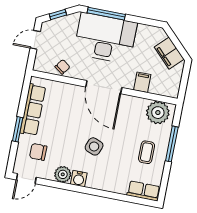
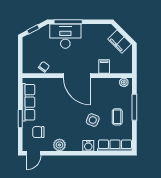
desk: (105, 38) -> (65, 36), width x0.73, depth x0.77
door: (35, 40) -> (20, 51), removed
plant: (158, 113) -> (124, 82), width x0.53, depth x0.53
side table: (94, 146) -> (93, 120), moved
water cooler: (79, 179) -> (88, 146), moved
row of seats: (144, 191) -> (115, 145), width x1.48

